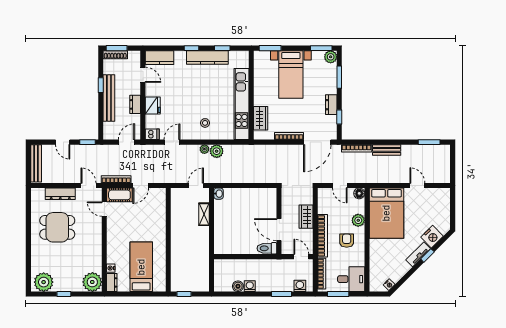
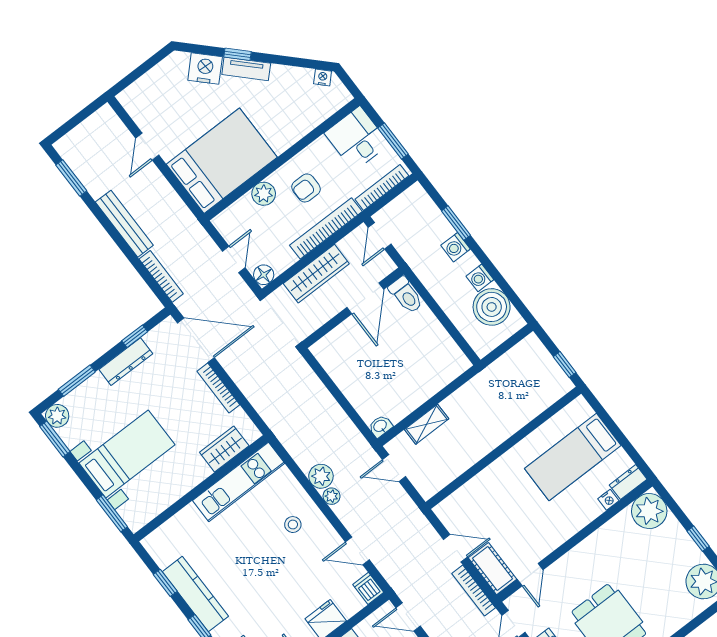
kitchen unit: (242, 104) -> (239, 482), width x0.73
dresser: (331, 105) -> (126, 362), width x1.44
bench: (387, 150) -> (124, 224), width x1.36
floor lamp: (359, 193) -> (264, 275), moved
wardrobe: (306, 217) -> (316, 274), width x1.50
boiler: (238, 286) -> (492, 307), width x1.86, depth x1.86
washing machine: (300, 286) -> (456, 247), moved

